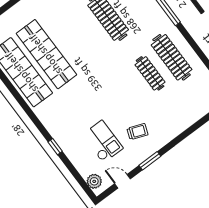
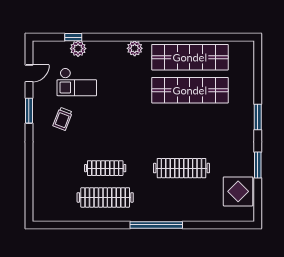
plant: (46, 118) -> (135, 48), added
window: (55, 147) -> (73, 37), moved
plant: (94, 181) -> (78, 49), moved

